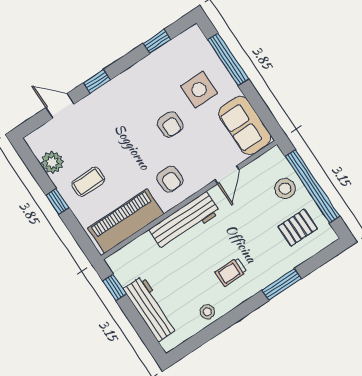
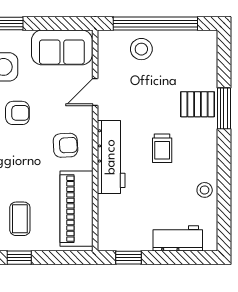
door: (227, 175) -> (95, 92), swing flipped
pallet: (298, 228) -> (197, 104), moved, turned 90
trolley: (231, 272) -> (162, 148), moved
workbench: (150, 309) -> (178, 238), width x0.73

